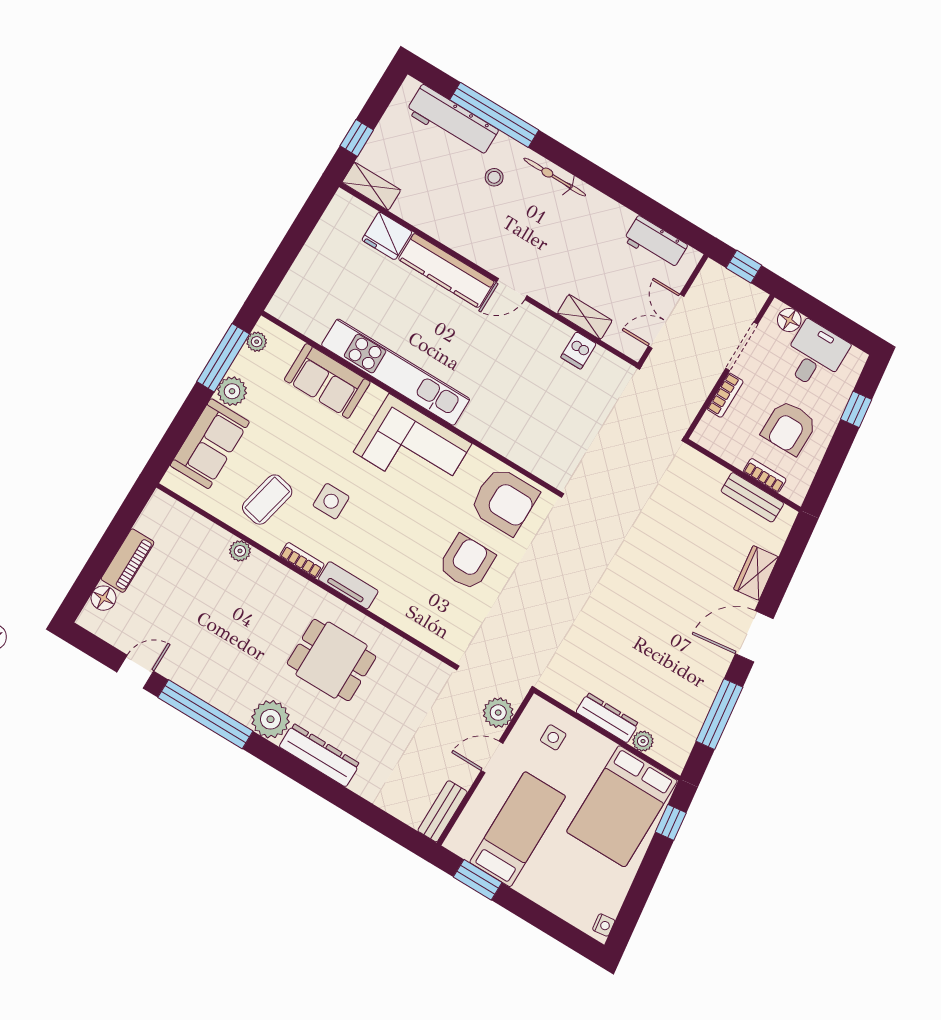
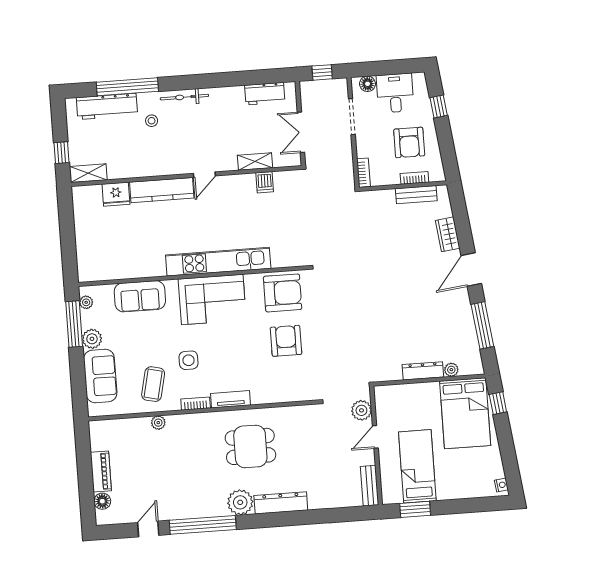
kitchen unit: (396, 372) -> (218, 262), moved
bookcase: (725, 395) -> (363, 173), moved
side table: (553, 737) -> (401, 403), removed

